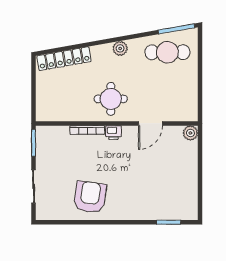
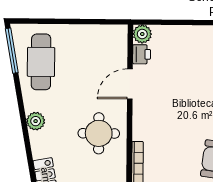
door: (150, 123) -> (130, 84), swing flipped
printer: (113, 133) -> (142, 54), moved

